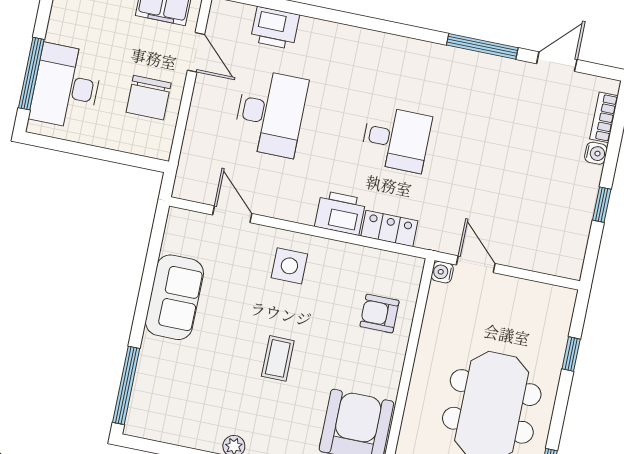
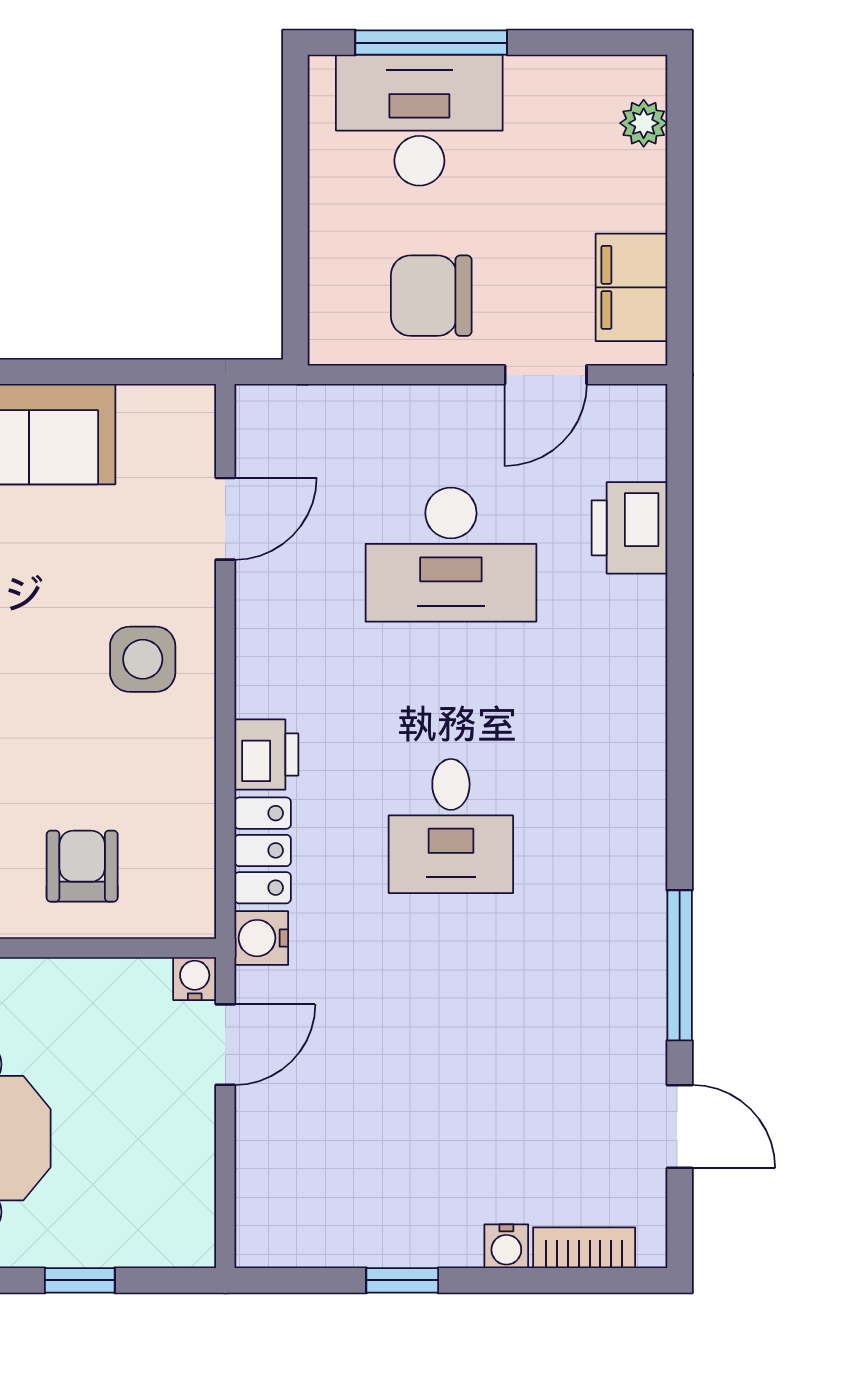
printer: (340, 213) -> (266, 755), width x0.73, depth x0.81
water cooler: (430, 237) -> (261, 938), added

